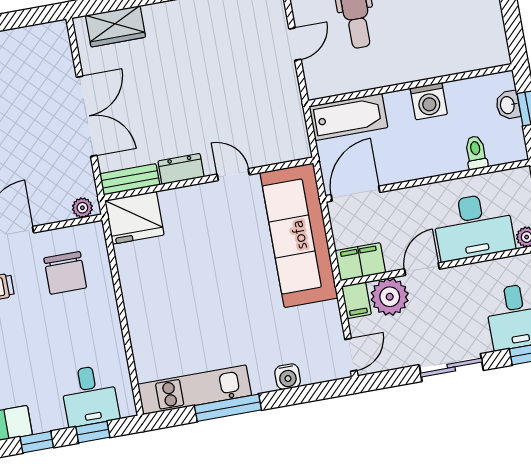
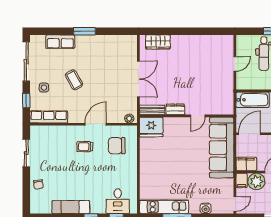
door: (233, 175) -> (198, 116), swing flipped
chair: (65, 273) -> (117, 146), turned 90

